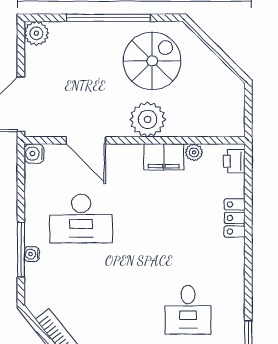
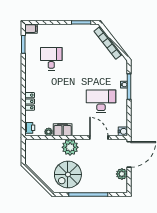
plant: (36, 33) -> (122, 174), moved

